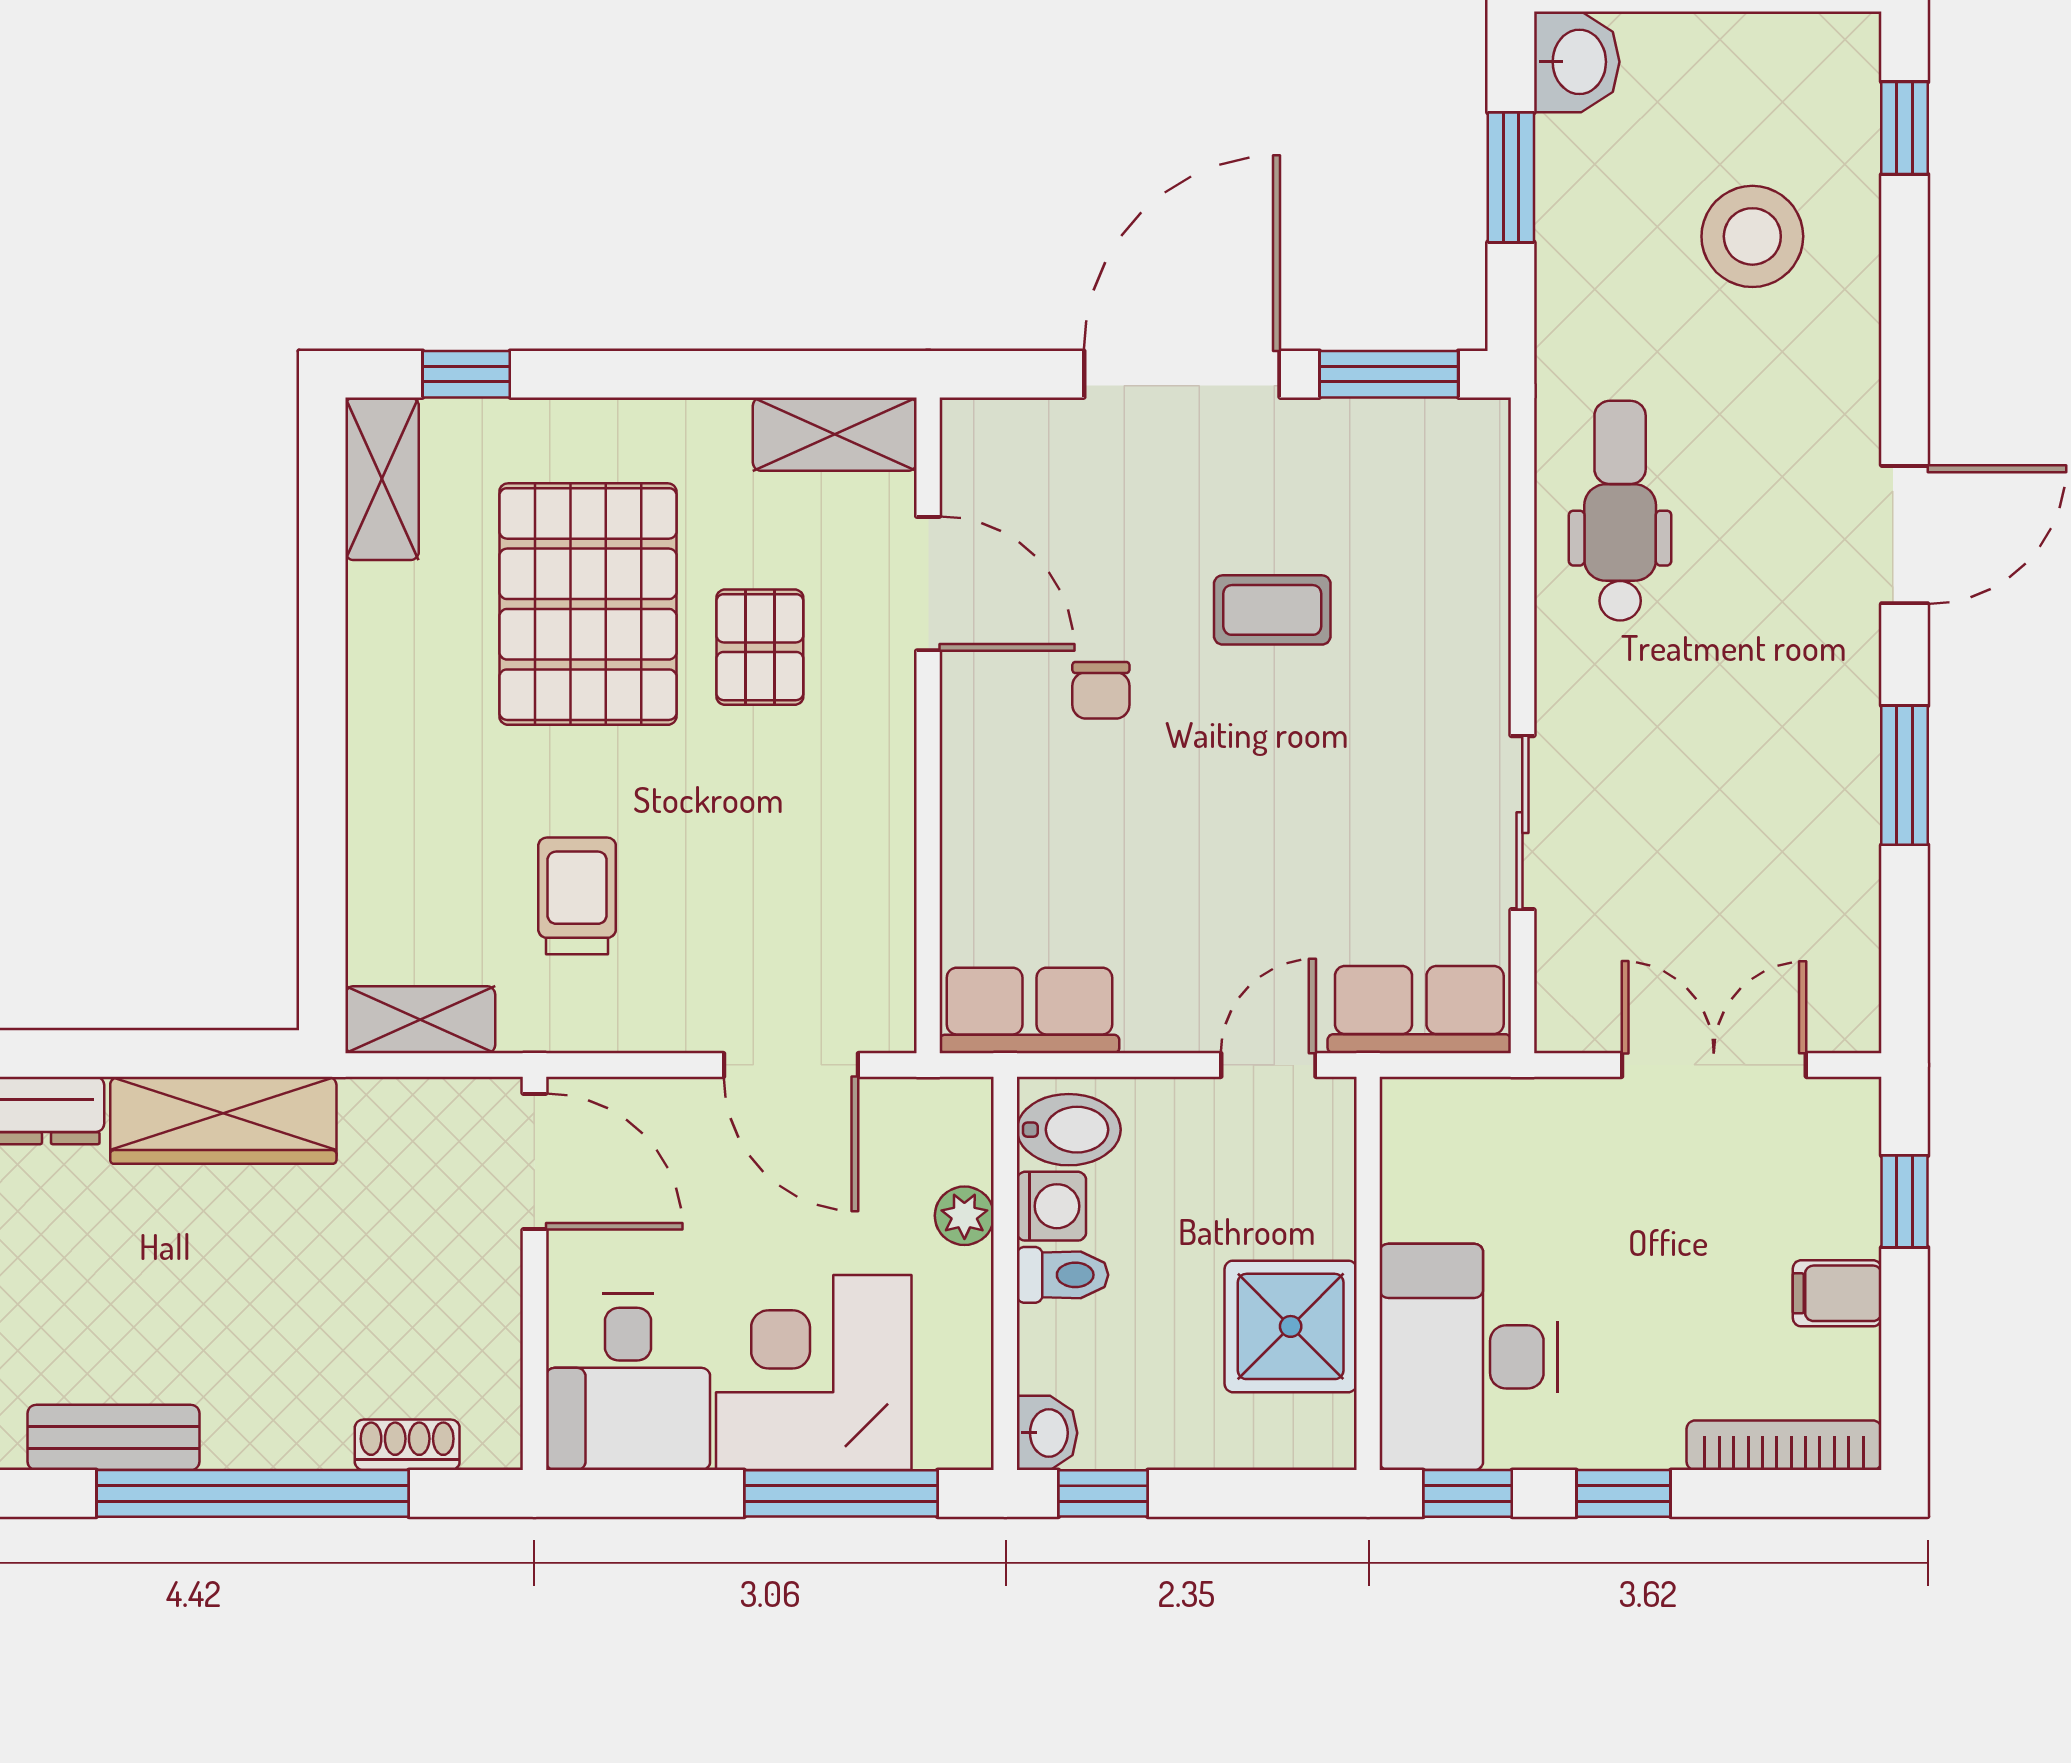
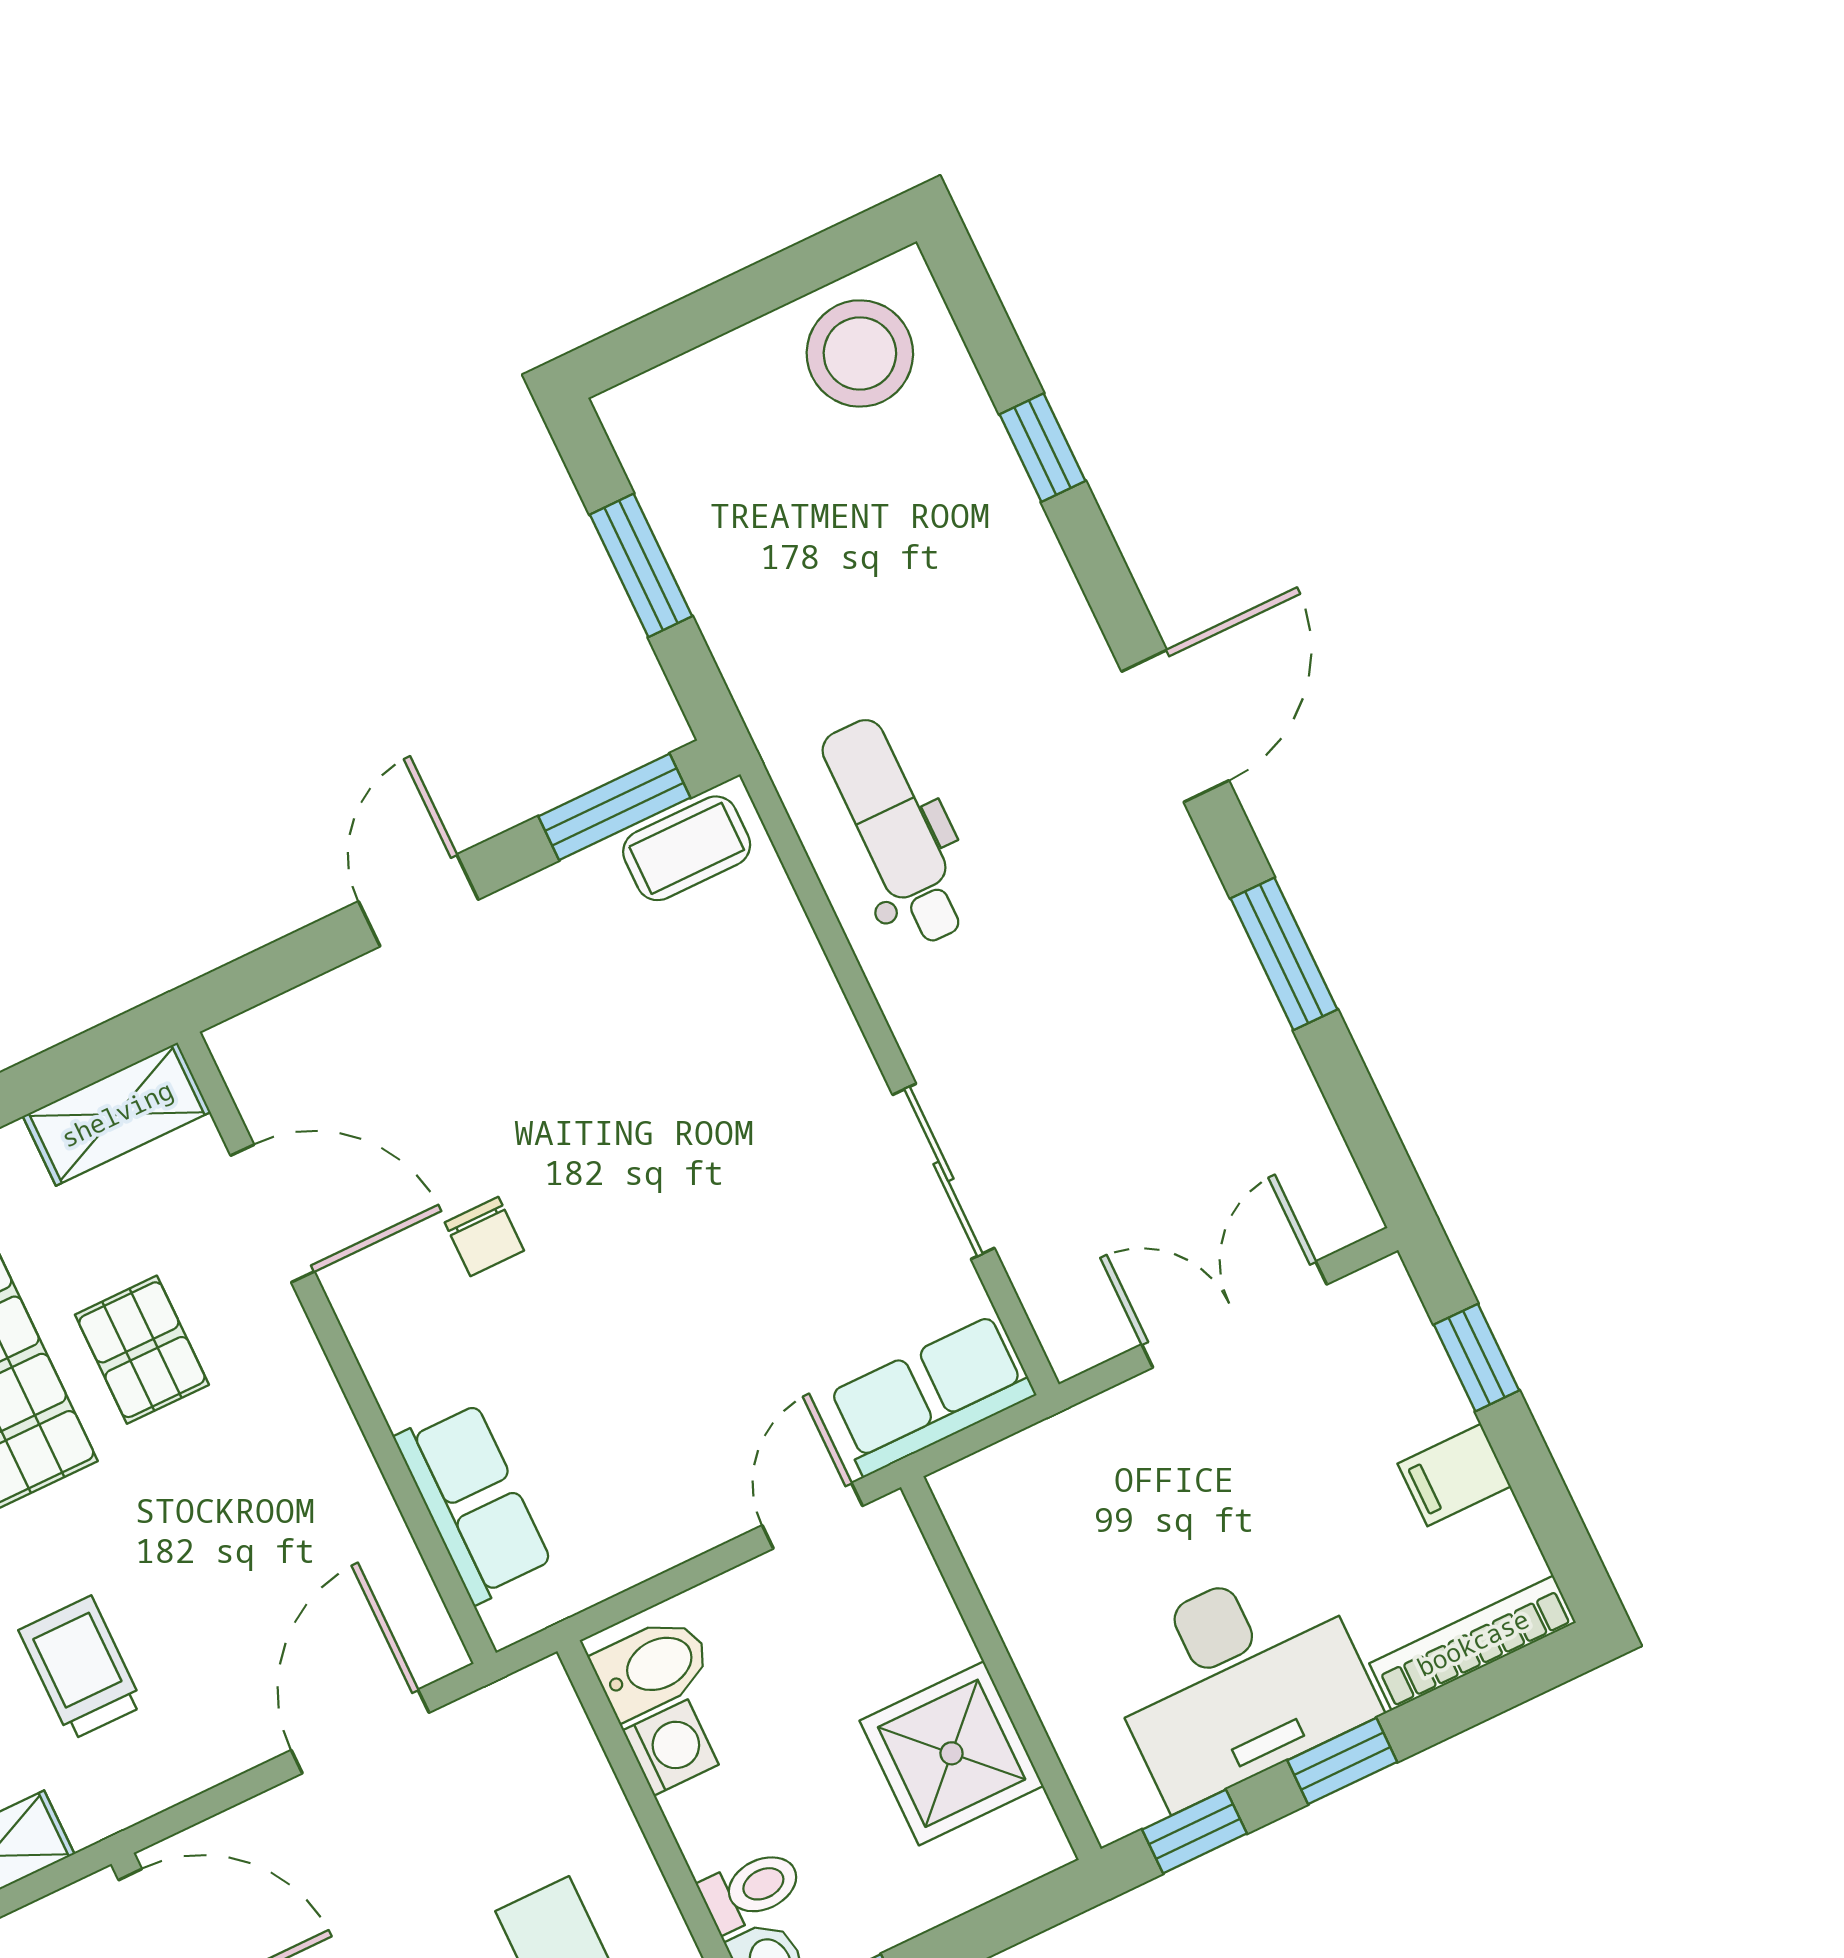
washbasin: (1577, 62) -> (651, 426), removed
window: (1905, 128) -> (1043, 448), moved
stool: (1752, 236) -> (860, 353), moved
door: (1182, 374) -> (418, 900), width x0.53
coffee table: (1272, 610) -> (687, 848), moved
row of seats: (1029, 1010) -> (474, 1502), moved, turned 90
door: (791, 1065) -> (360, 1731), swing flipped
plant: (964, 1216) -> (592, 1796), removed
toilet: (1062, 1275) -> (751, 1890), moved
desk: (1469, 1357) -> (1238, 1680), moved, turned -90

